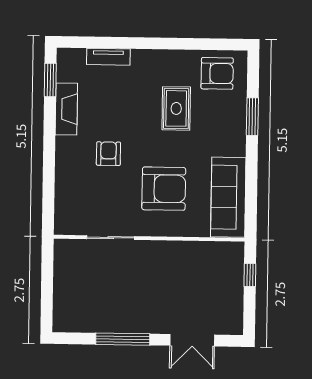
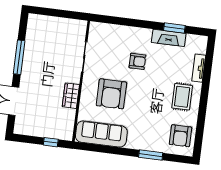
window: (50, 80) -> (174, 28), moved
rug: (176, 108) -> (182, 97), moved, turned 90
wardrobe: (174, 252) -> (71, 96), added

